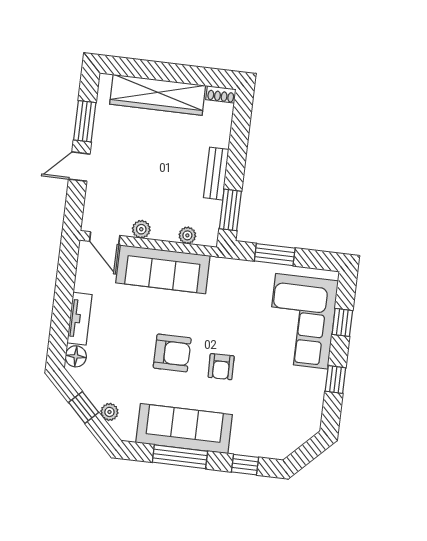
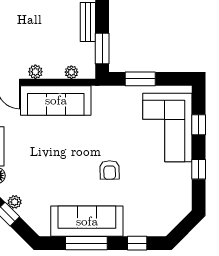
armchair: (172, 353) -> (71, 164), removed
plant: (109, 412) -> (15, 202), moved

